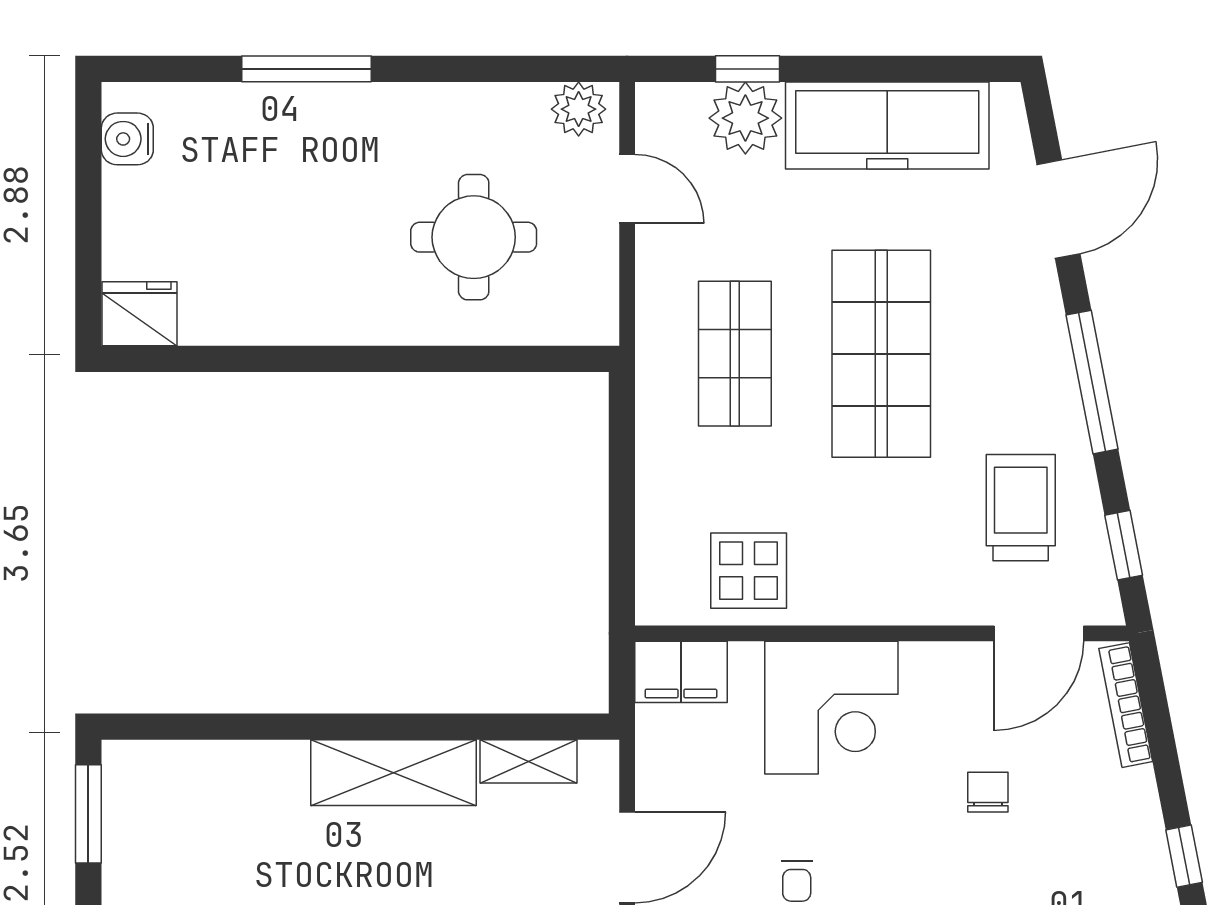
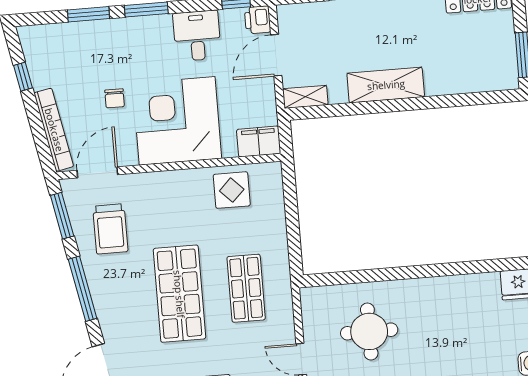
window: (1124, 545) -> (62, 216), width x1.50
bookcase: (1126, 705) -> (54, 130), width x1.48, depth x1.31
corner desk: (831, 708) -> (177, 121), width x1.36, depth x1.36
shelving: (528, 761) -> (305, 97), moved

